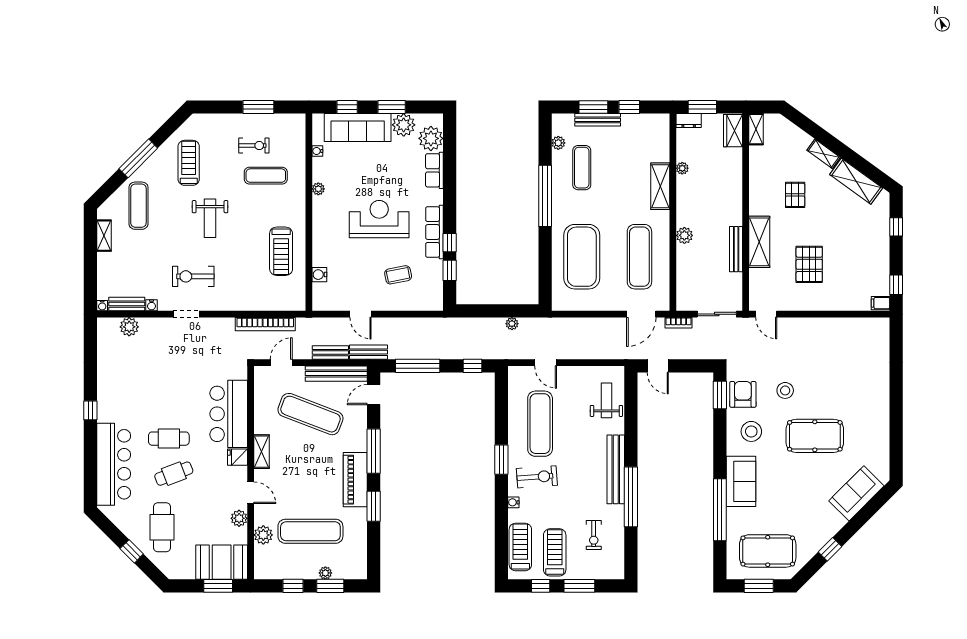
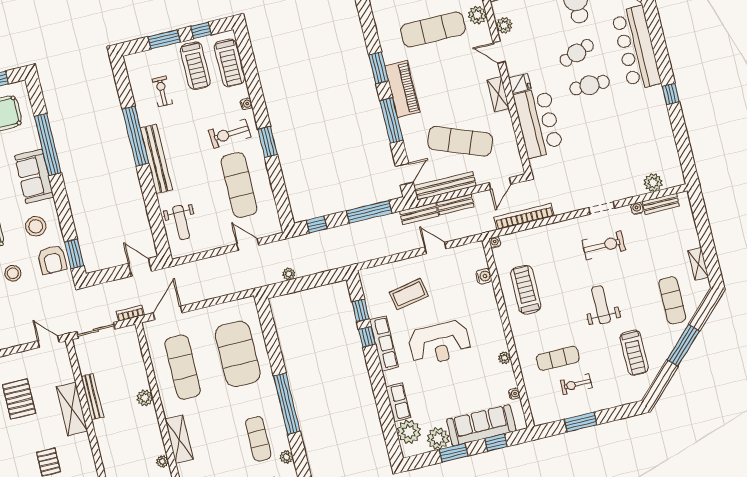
coffee table: (398, 275) -> (409, 294), width x1.36, depth x1.30
water cooler: (102, 306) -> (495, 242), moved

